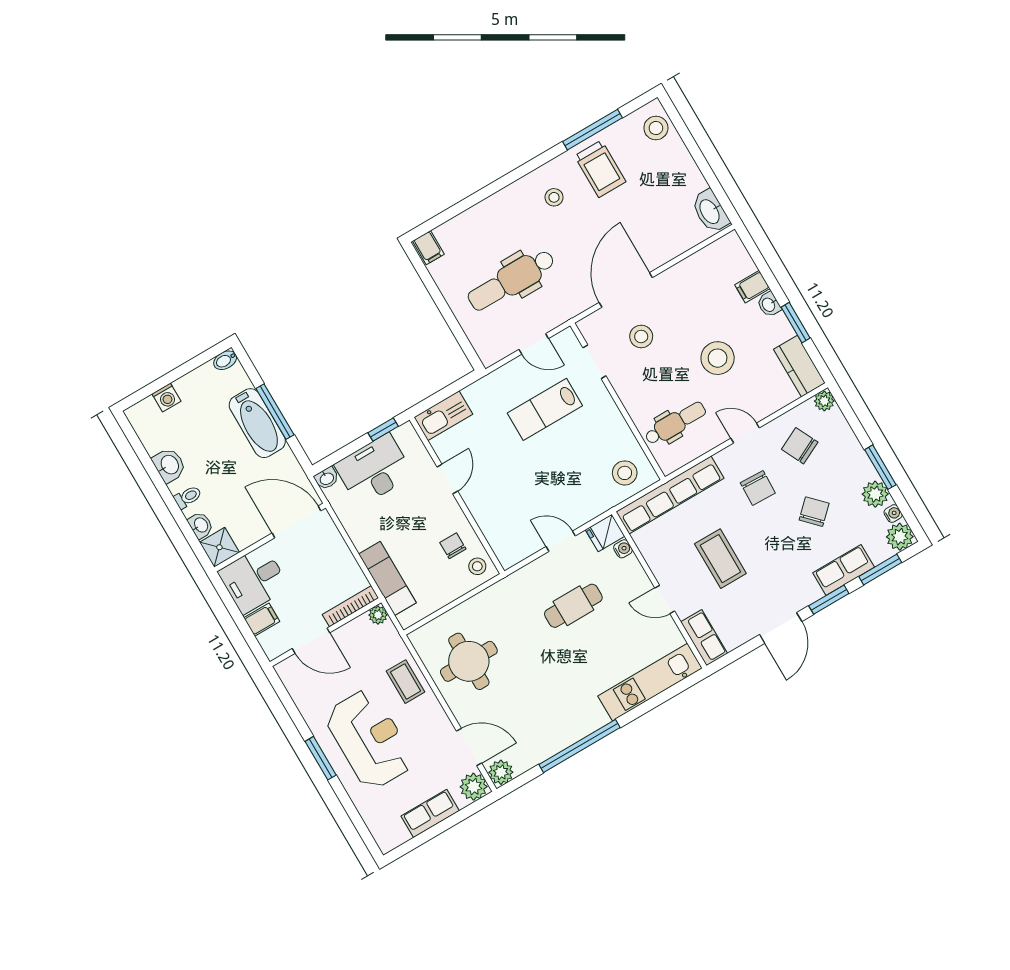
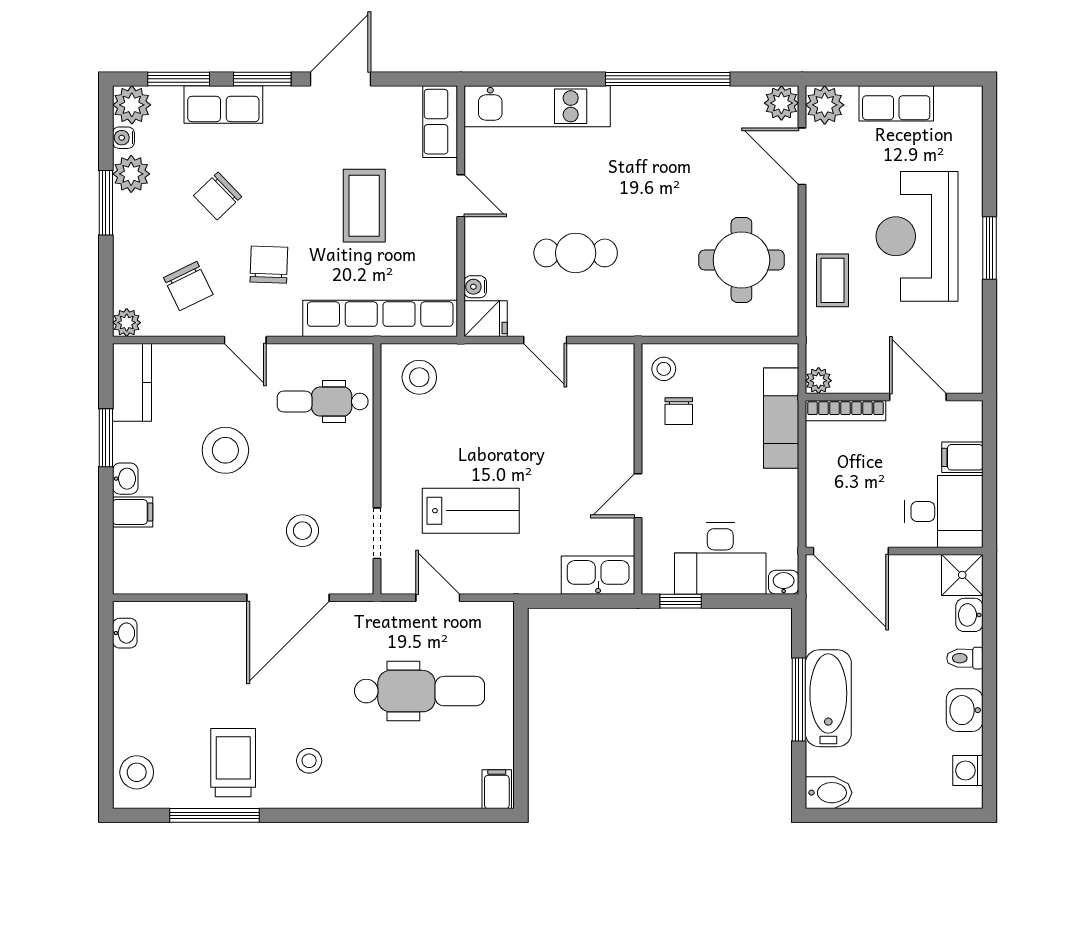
washbasin: (710, 211) -> (125, 633), width x0.52, depth x0.69
bidet: (225, 360) -> (829, 793), width x1.38, depth x1.36
washing machine: (166, 397) -> (968, 771), moved, turned -90

